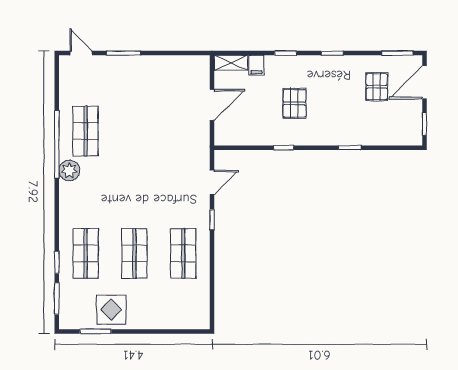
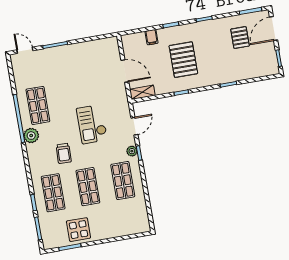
shelving: (231, 63) -> (142, 92), moved
pallet: (294, 103) -> (183, 60), width x1.50, depth x1.42
door: (212, 105) -> (125, 71), hinge flipped
checkout: (155, 169) -> (92, 124), added
trolley: (109, 202) -> (64, 153), added
plant: (203, 216) -> (132, 151), added

